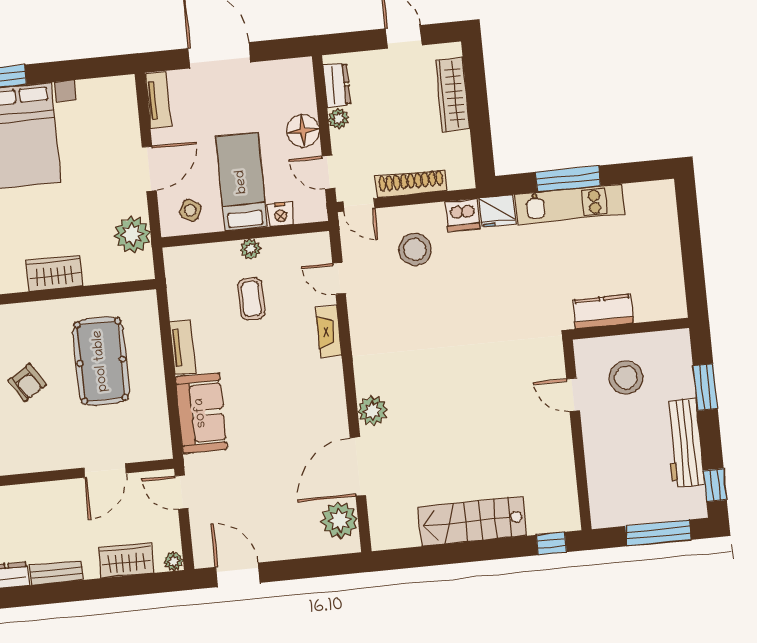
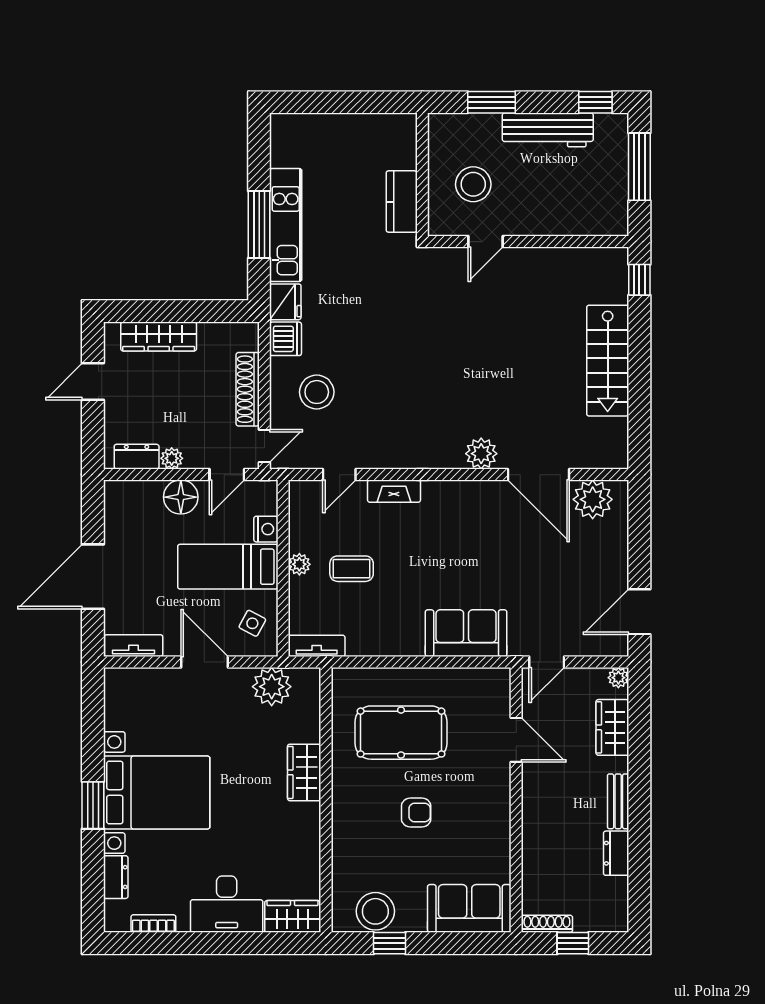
tv unit: (182, 347) -> (317, 646), moved
armchair: (27, 383) -> (416, 812), turned 32

